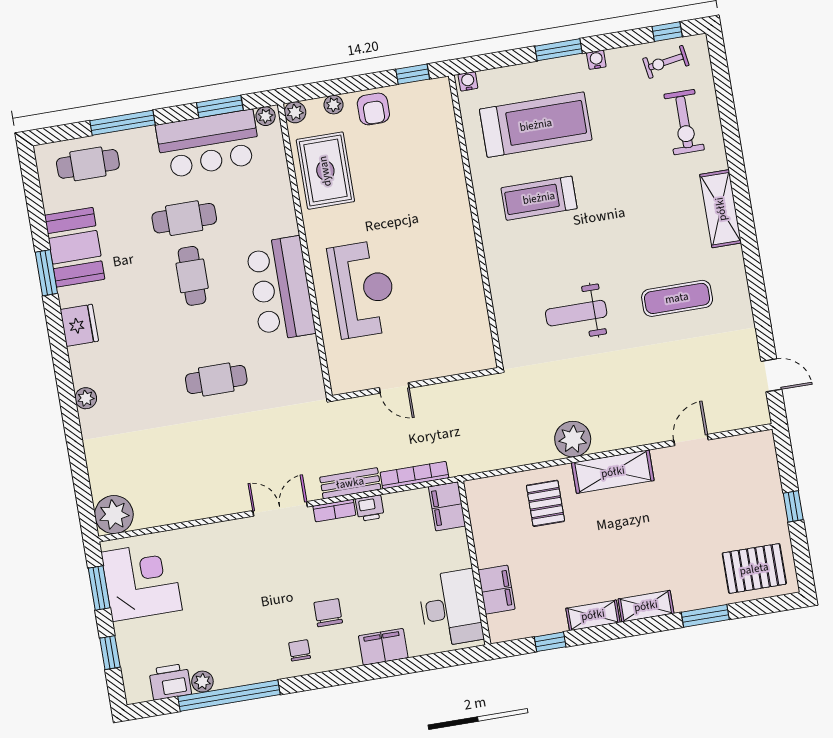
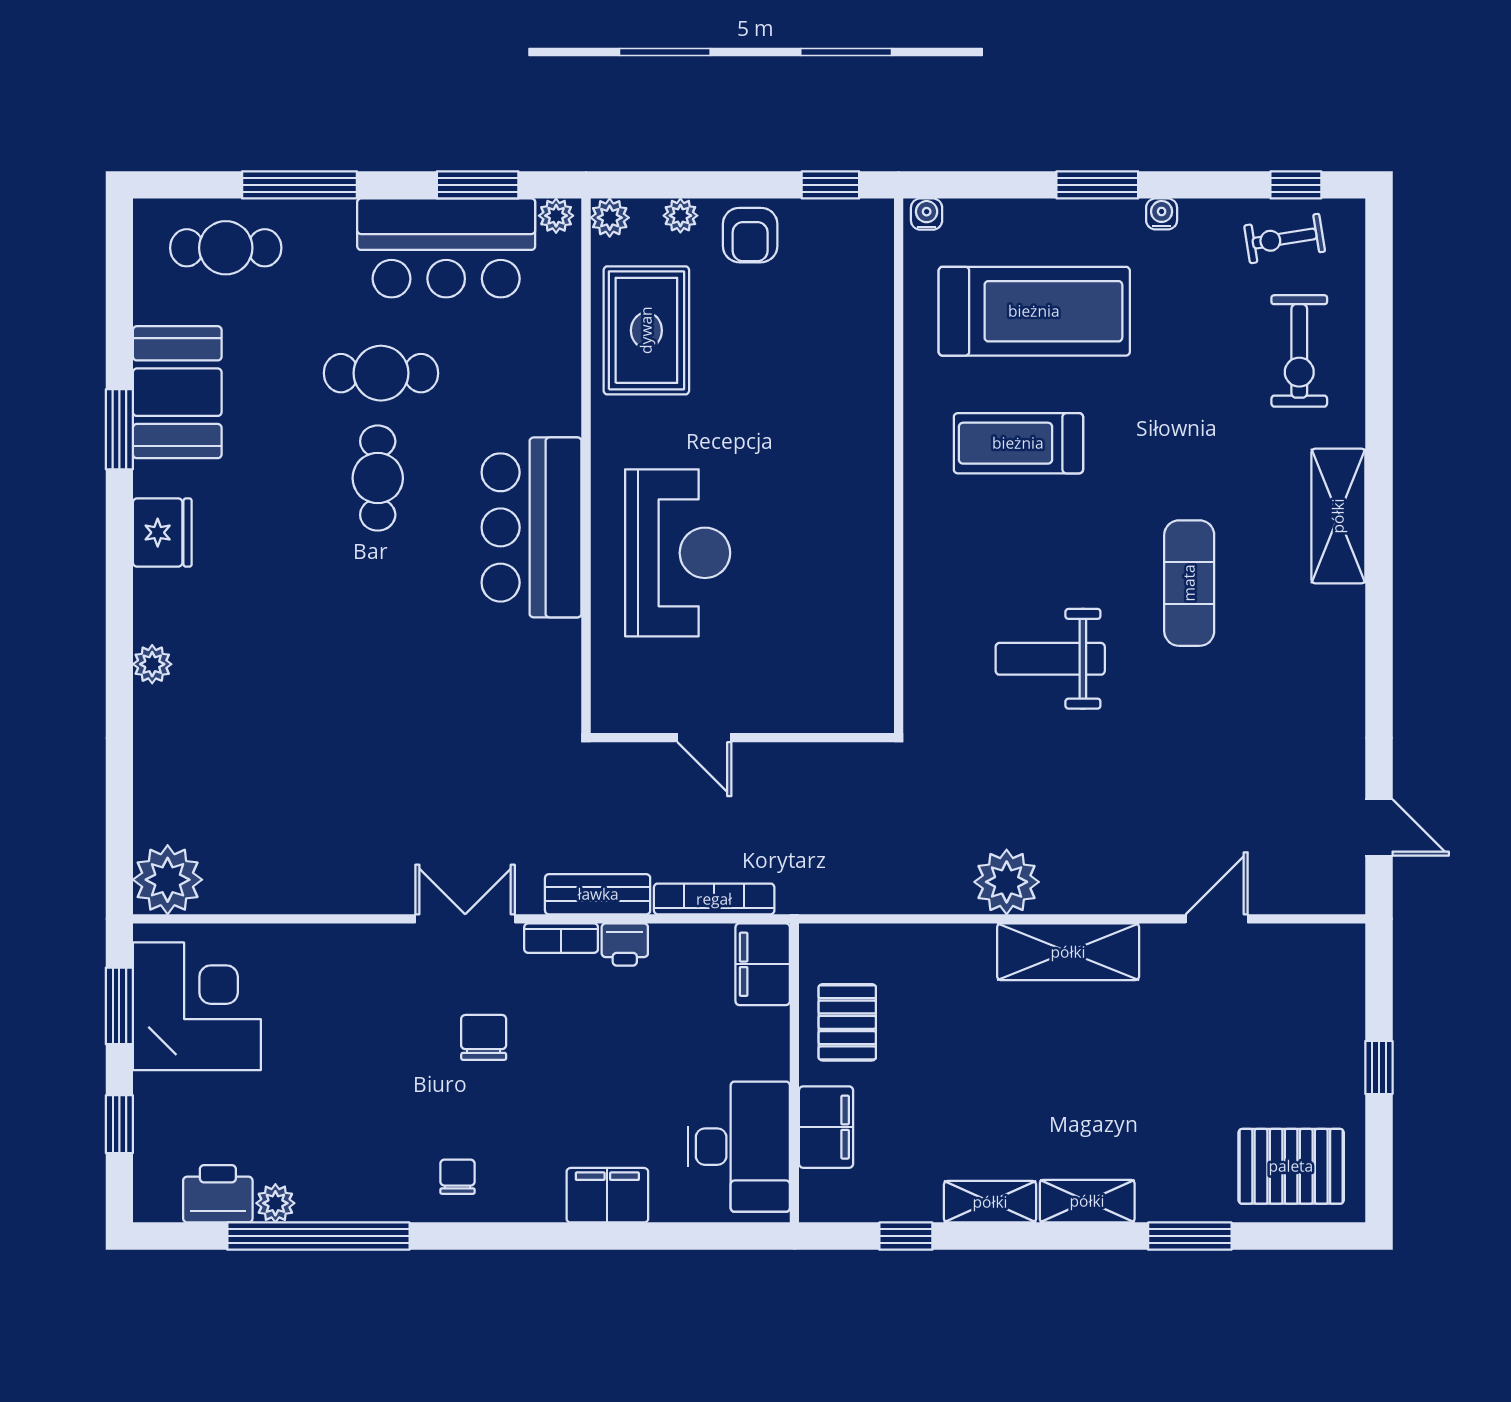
exercise mat: (677, 298) -> (1189, 583), moved, turned 90
cafe table: (216, 380) -> (390, 670), removed
pallet: (545, 503) -> (847, 1022), moved
chair: (328, 613) -> (484, 1037), moved

